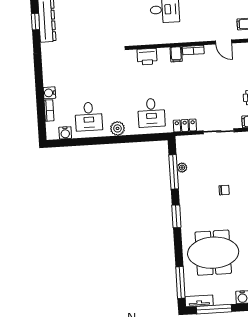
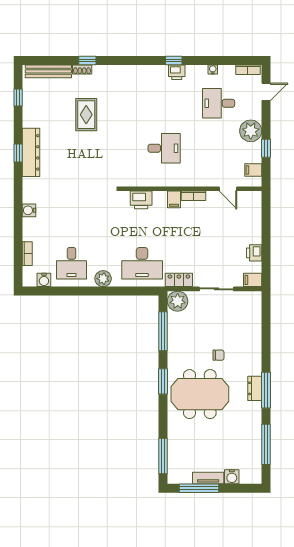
water cooler: (49, 93) -> (29, 210), moved
desk: (151, 113) -> (142, 263), width x1.37
plant: (182, 168) -> (178, 301), moved, width x1.87, depth x1.87
meeting table: (213, 253) -> (200, 394), moved
tv unit: (199, 301) -> (208, 478), moved

